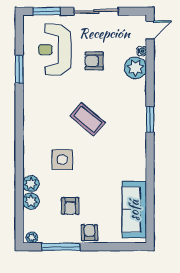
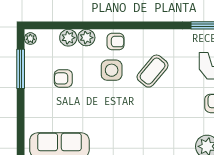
coffee table: (88, 119) -> (153, 71), moved
armchair: (89, 233) -> (116, 42), moved

